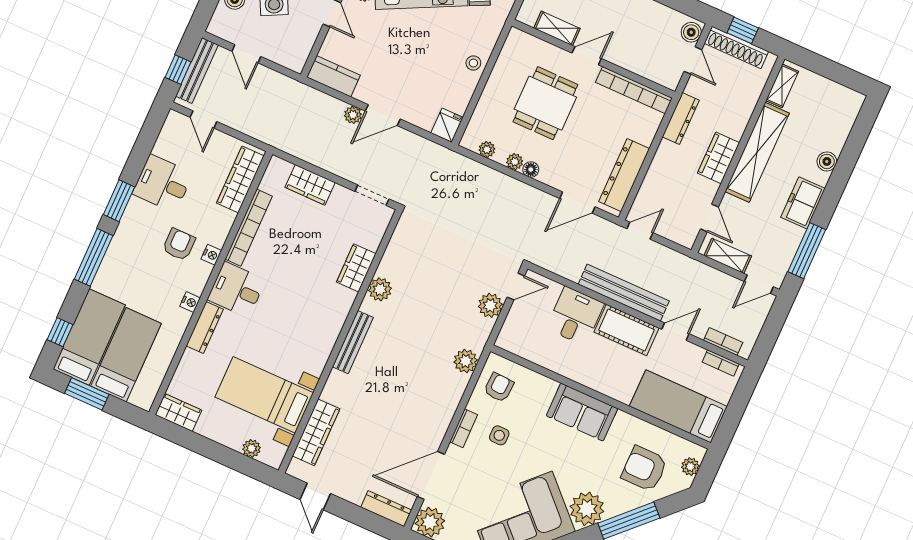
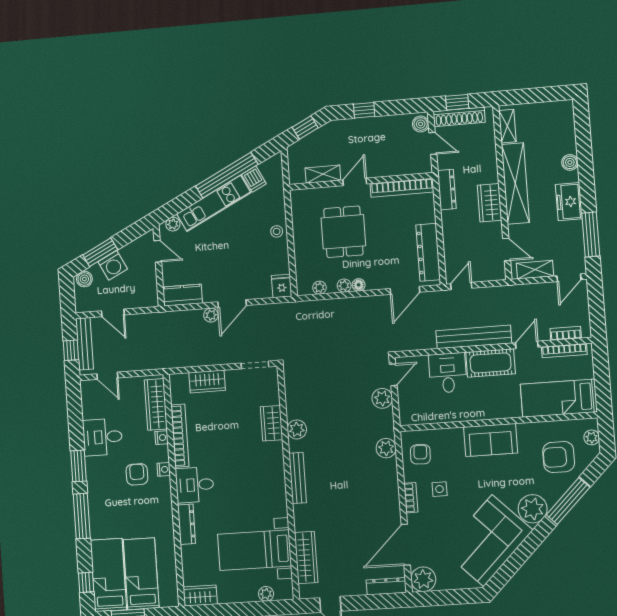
nightstand: (190, 302) -> (162, 438), moved
bookcase: (721, 363) -> (564, 351), width x1.56

